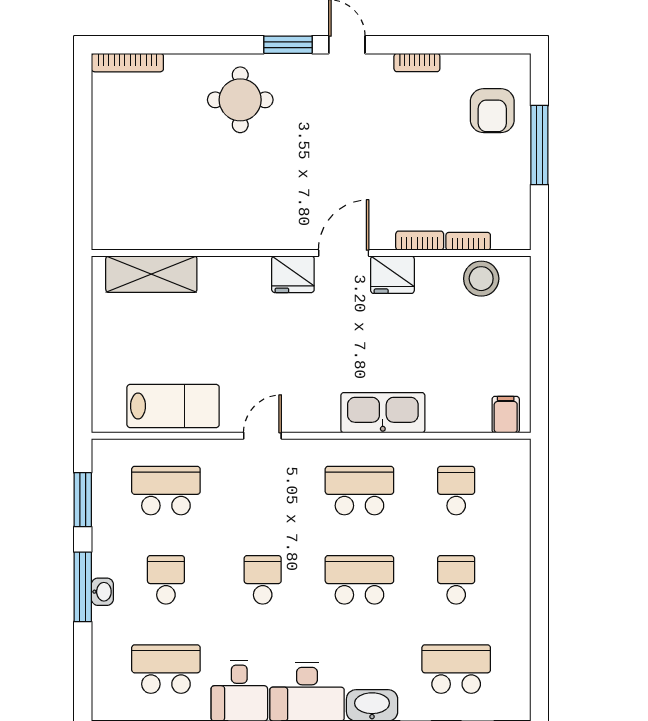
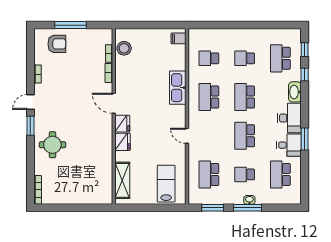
fridge: (392, 275) -> (122, 142), moved
lab bench: (173, 406) -> (166, 184), moved
school desk: (263, 580) -> (245, 136), width x1.85

